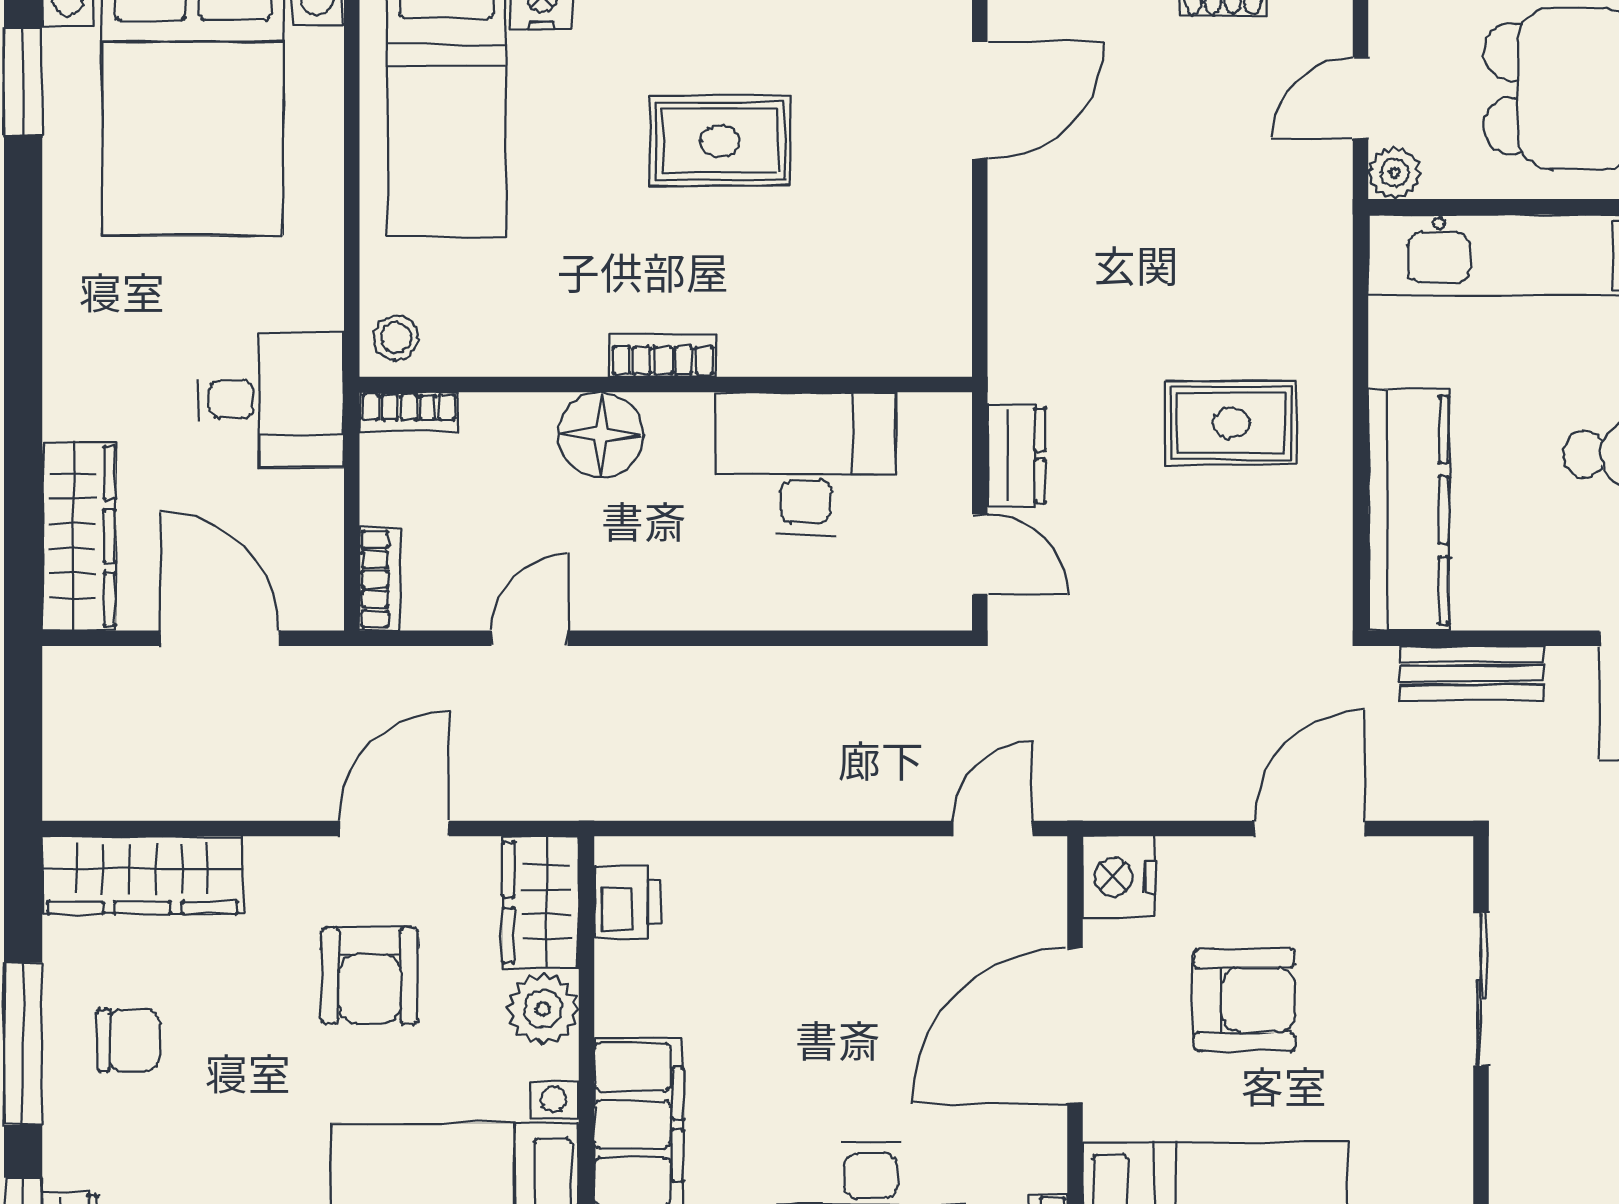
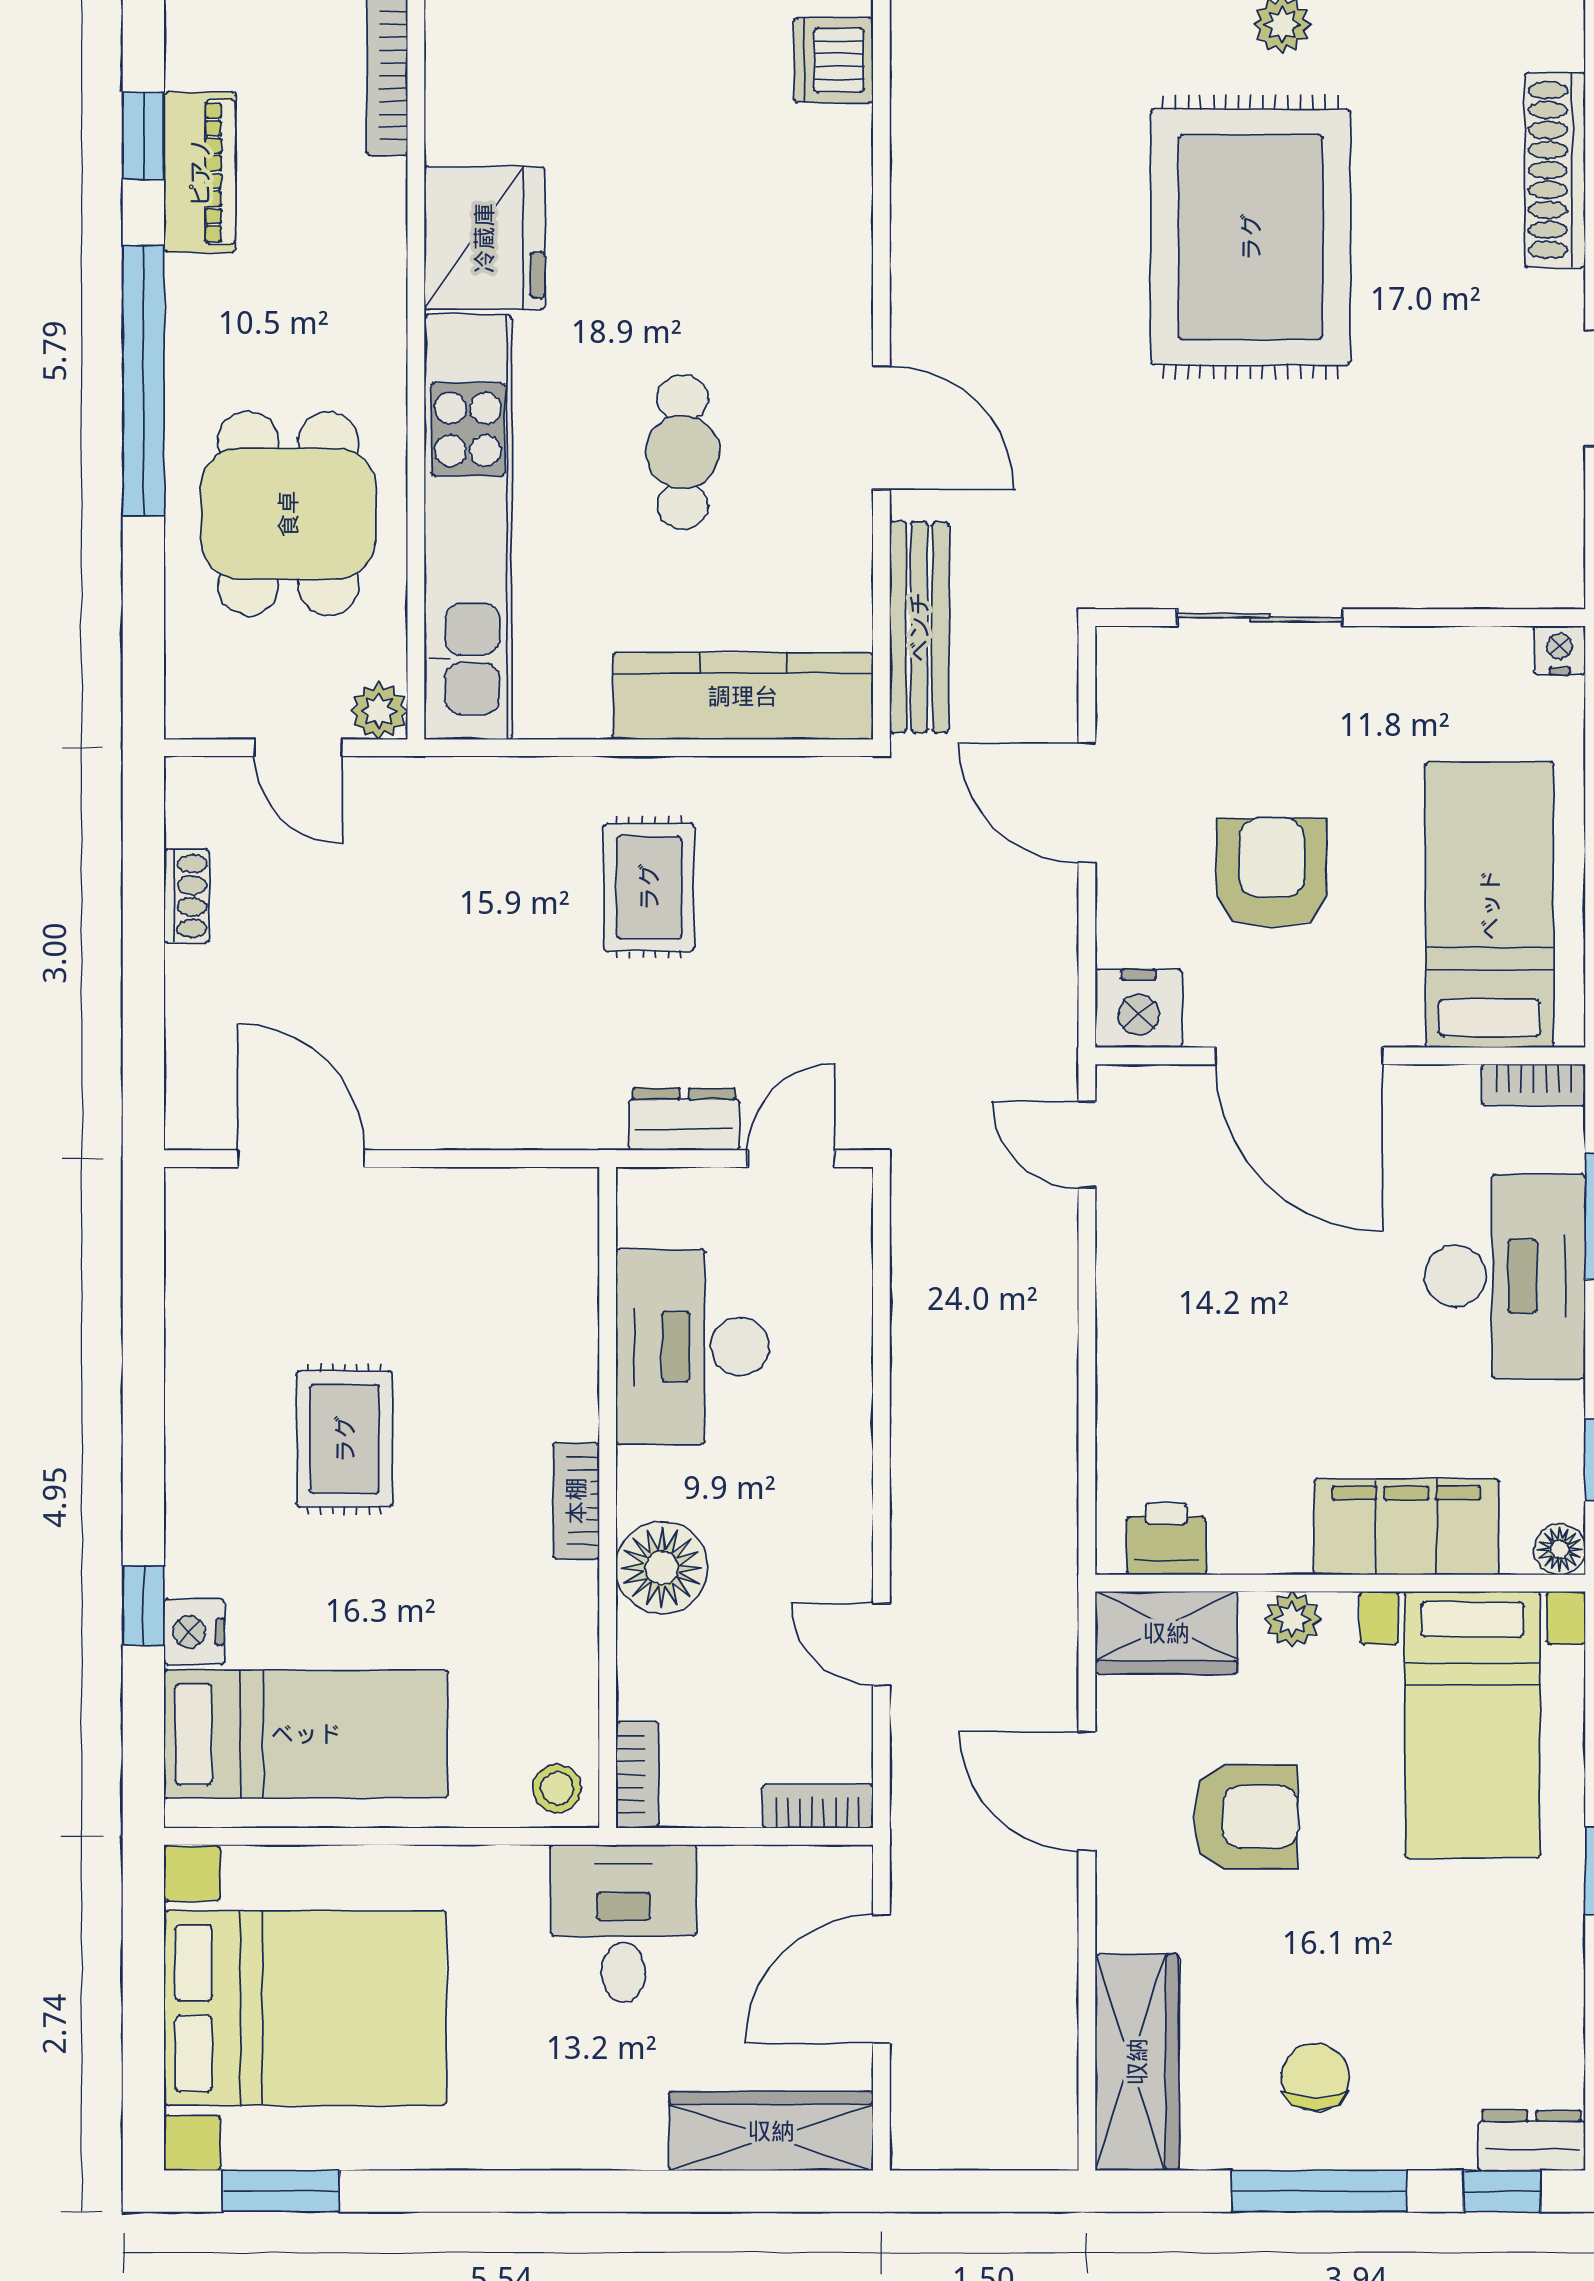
bench: (1472, 673) -> (919, 627), width x1.36
plant: (543, 1009) -> (1292, 1619), width x0.73, depth x0.73

